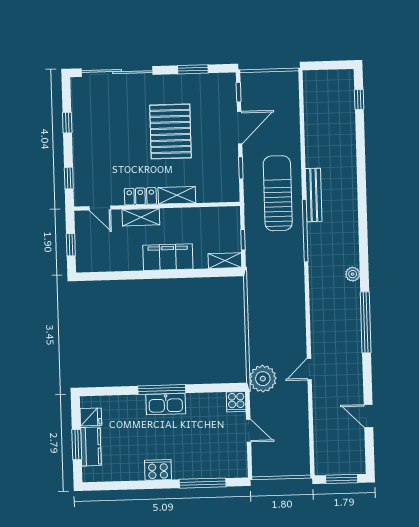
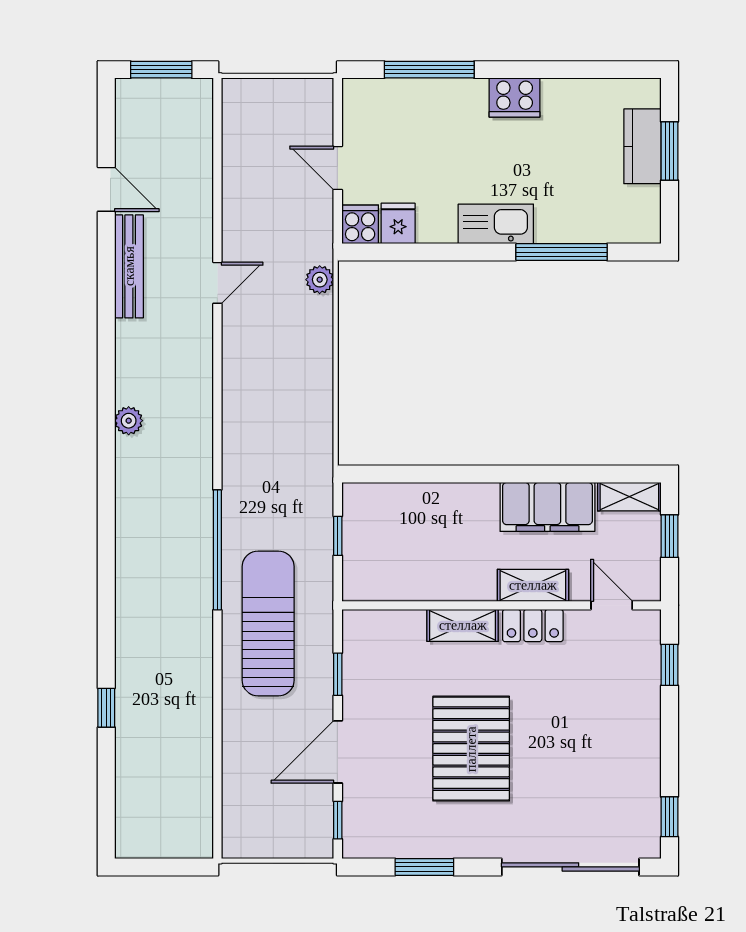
window: (359, 100) -> (106, 708), moved
window: (67, 123) -> (670, 817), moved
sun lounger: (278, 193) -> (268, 623), turned 180
bench: (314, 195) -> (129, 266), moved
filing cabinet: (168, 257) -> (547, 507), moved
shelving: (225, 261) -> (629, 497), moved
plant: (353, 274) -> (129, 421), moved
window: (366, 322) -> (106, 370), removed
plant: (263, 379) -> (320, 280), width x0.53, depth x0.53
window: (162, 390) -> (562, 252), moved
fridge: (91, 417) -> (398, 223), moved, turned 90

